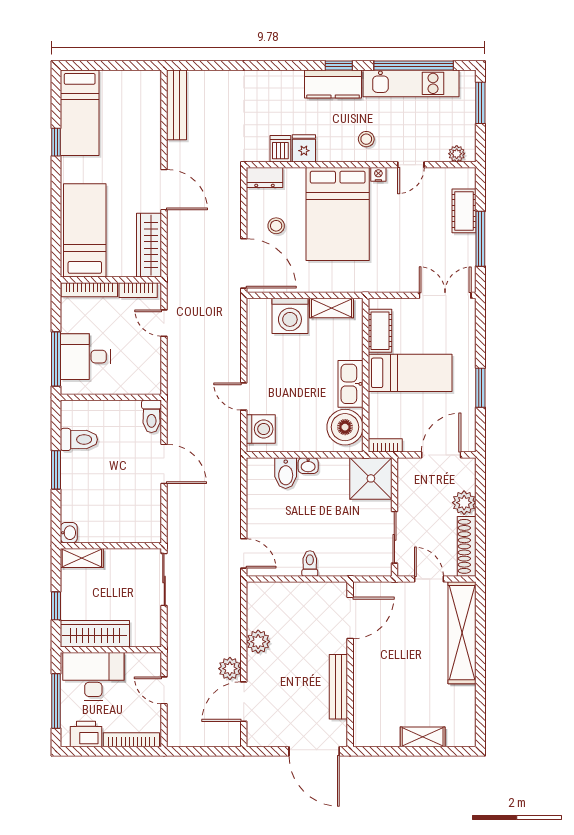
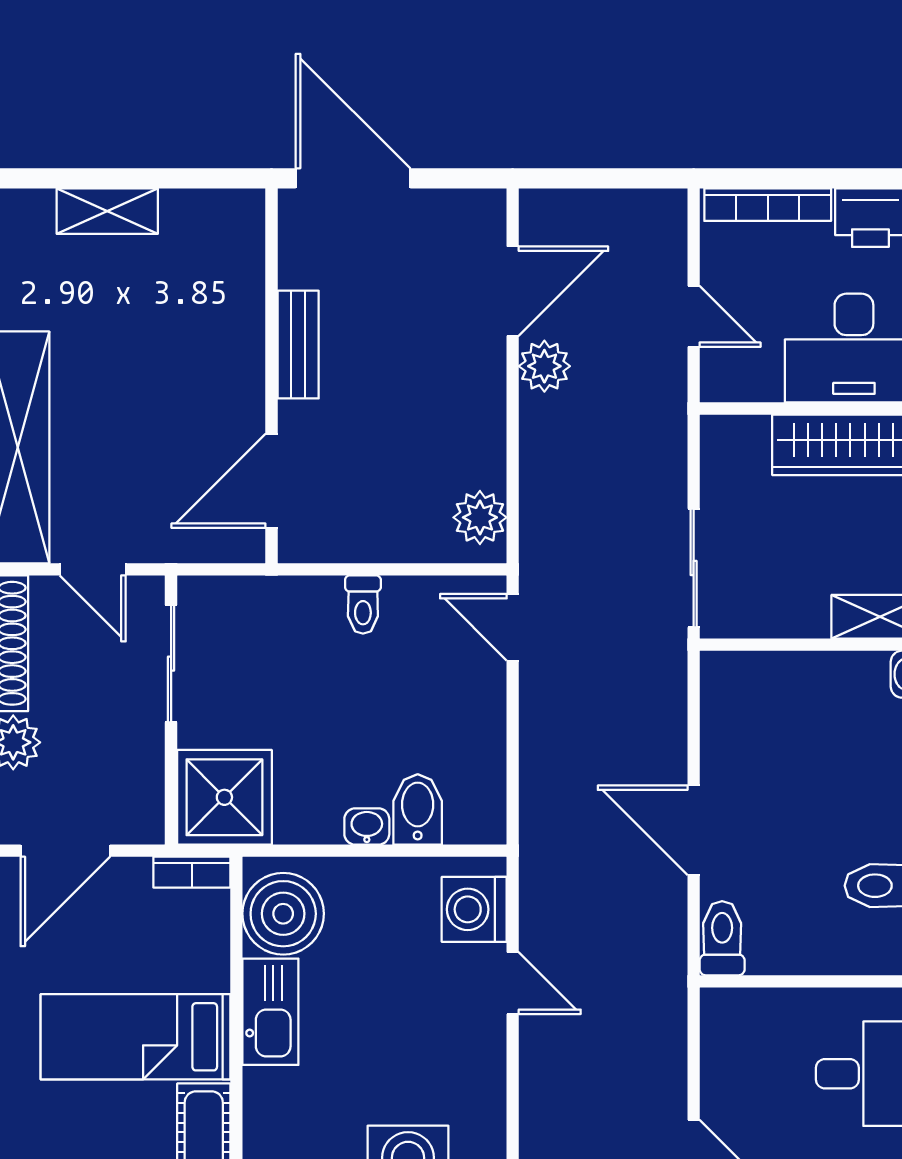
plant: (258, 642) -> (480, 517), moved
bench: (338, 687) -> (298, 345), width x0.73

